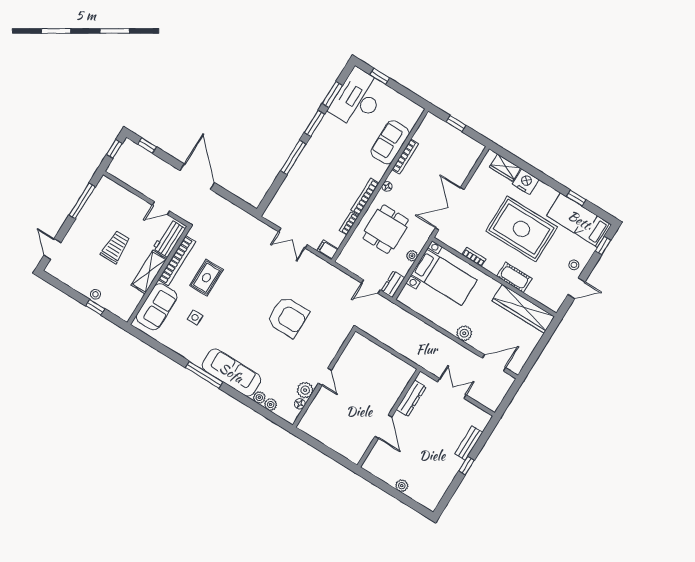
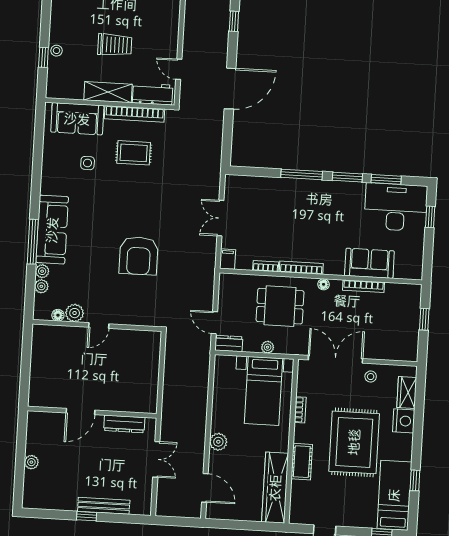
stool: (574, 265) -> (371, 377), moved
window: (204, 375) -> (33, 242), moved
bench: (469, 443) -> (104, 506), width x1.36

